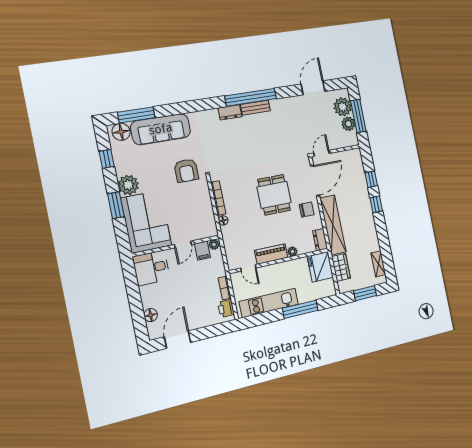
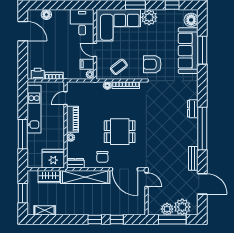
bench: (255, 108) -> (193, 158), moved
window: (136, 115) -> (202, 50), moved
coffee table: (198, 211) -> (119, 67), added

